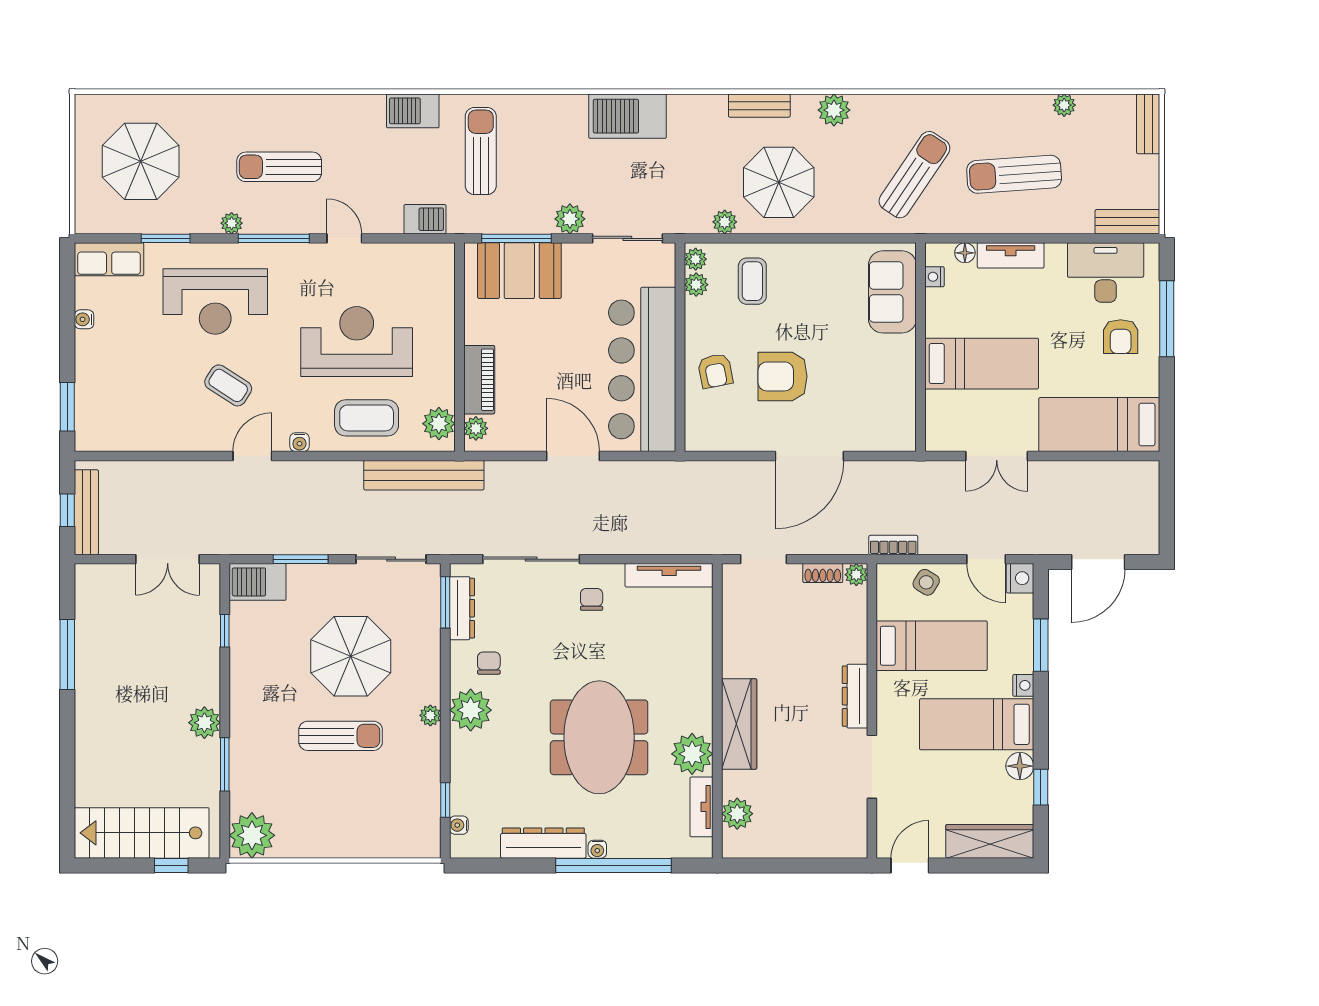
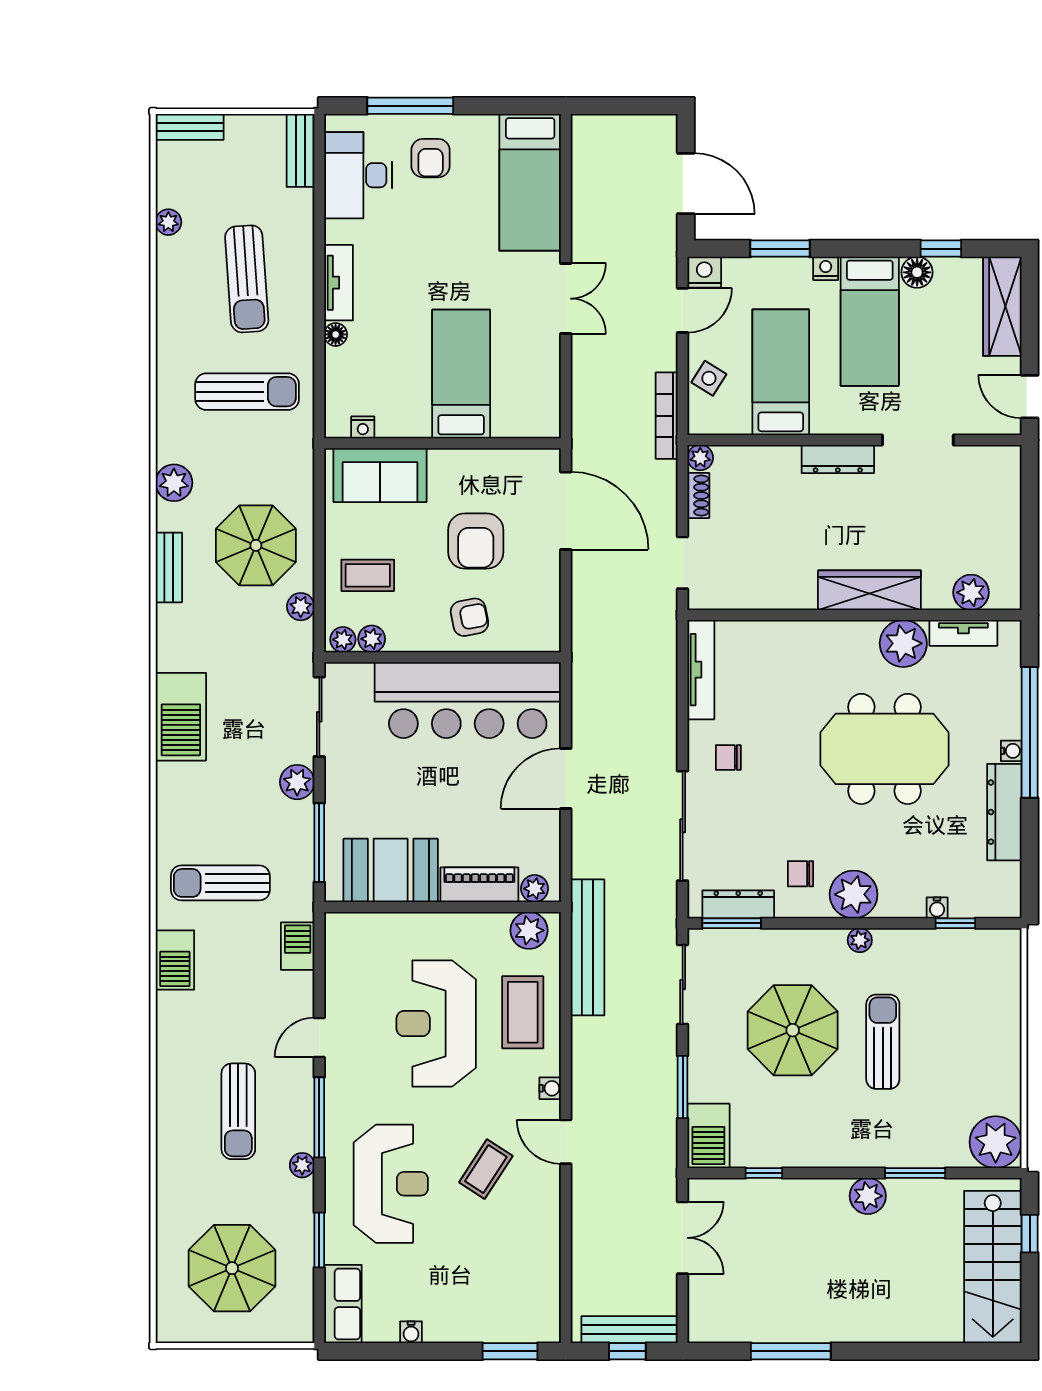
sun lounger: (914, 175) -> (247, 392), turned 146
booth: (519, 271) -> (391, 870), moved, turned 90
nightstand: (934, 277) -> (363, 427), moved
sofa: (892, 292) -> (380, 475), moved
armchair: (1121, 337) -> (431, 158), turned 90
wall: (921, 347) -> (443, 443), moved
bed: (982, 364) -> (461, 374), moved
bookcase: (893, 545) -> (667, 416), width x1.56
water cooler: (459, 825) -> (937, 908), moved

